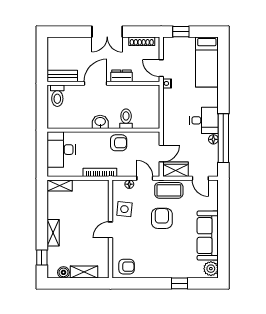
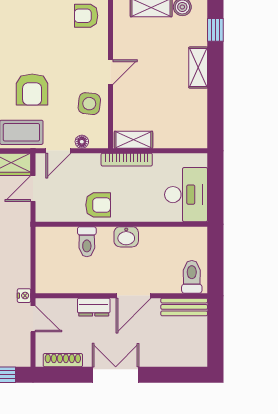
armchair: (119, 143) -> (98, 205), turned 180
door: (145, 178) -> (58, 151), hinge flipped
shelving: (60, 185) -> (133, 140), moved

